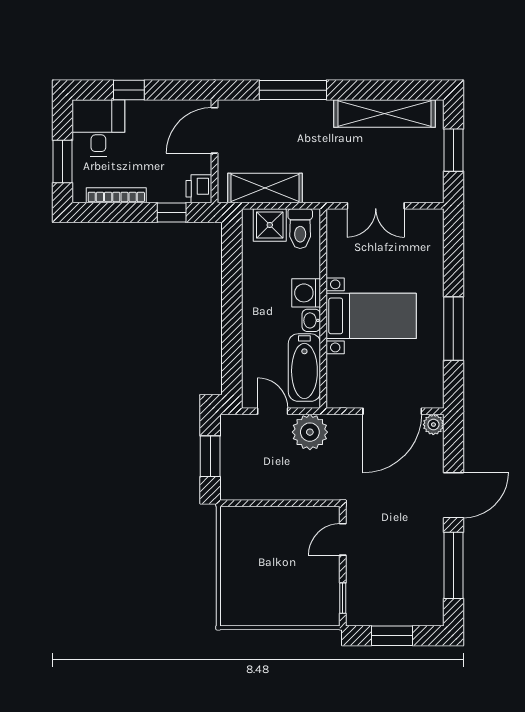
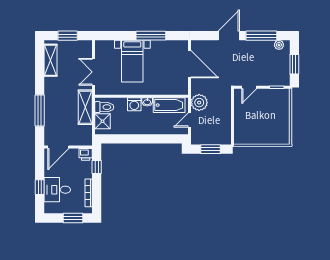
shelving: (384, 114) -> (51, 60), width x0.68
desk: (98, 128) -> (57, 190), moved
door: (214, 130) -> (58, 147), hinge flipped
shelving: (265, 188) -> (85, 107), moved
double door: (376, 206) -> (94, 72), swing flipped
bed with nightstands: (371, 316) -> (132, 61), moved, turned 180
plant: (433, 425) -> (279, 45), moved
door: (453, 495) -> (229, 36), hinge flipped
door: (343, 539) -> (249, 87), hinge flipped

